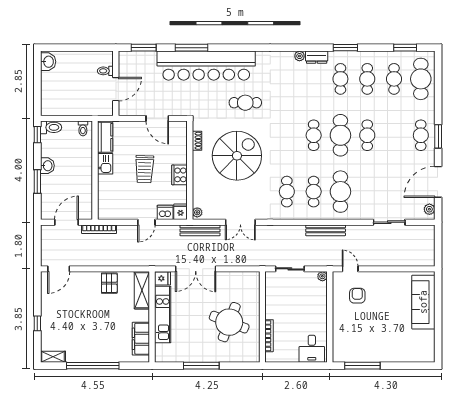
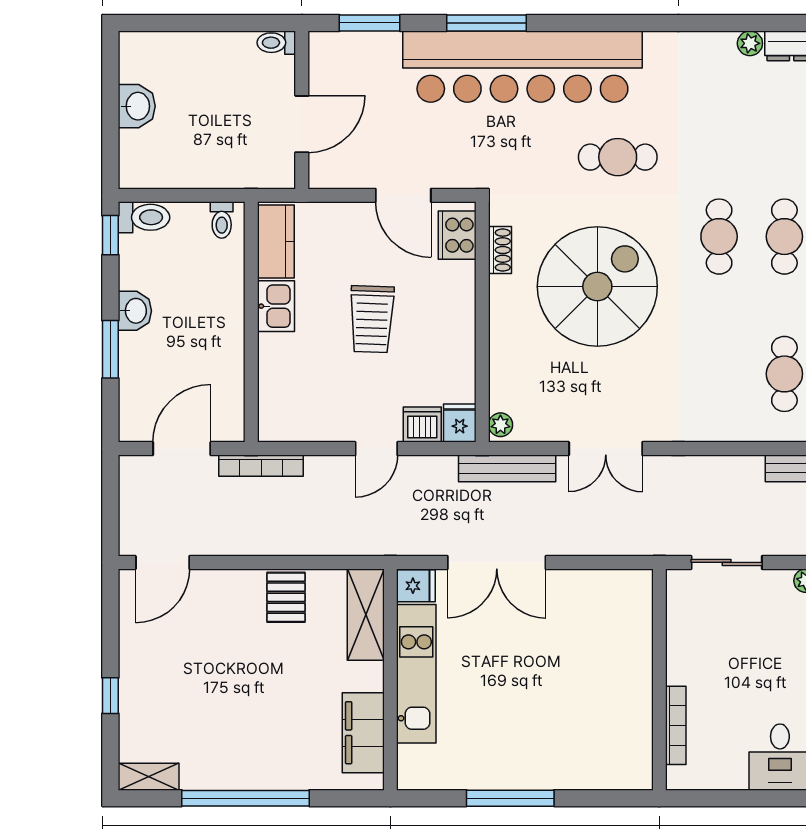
washbasin: (48, 62) -> (137, 106), moved
toilet: (105, 71) -> (276, 43), moved
cooker: (179, 175) -> (457, 235), moved
cafe table: (287, 192) -> (719, 237), moved
round table: (229, 322) -> (578, 692), removed

